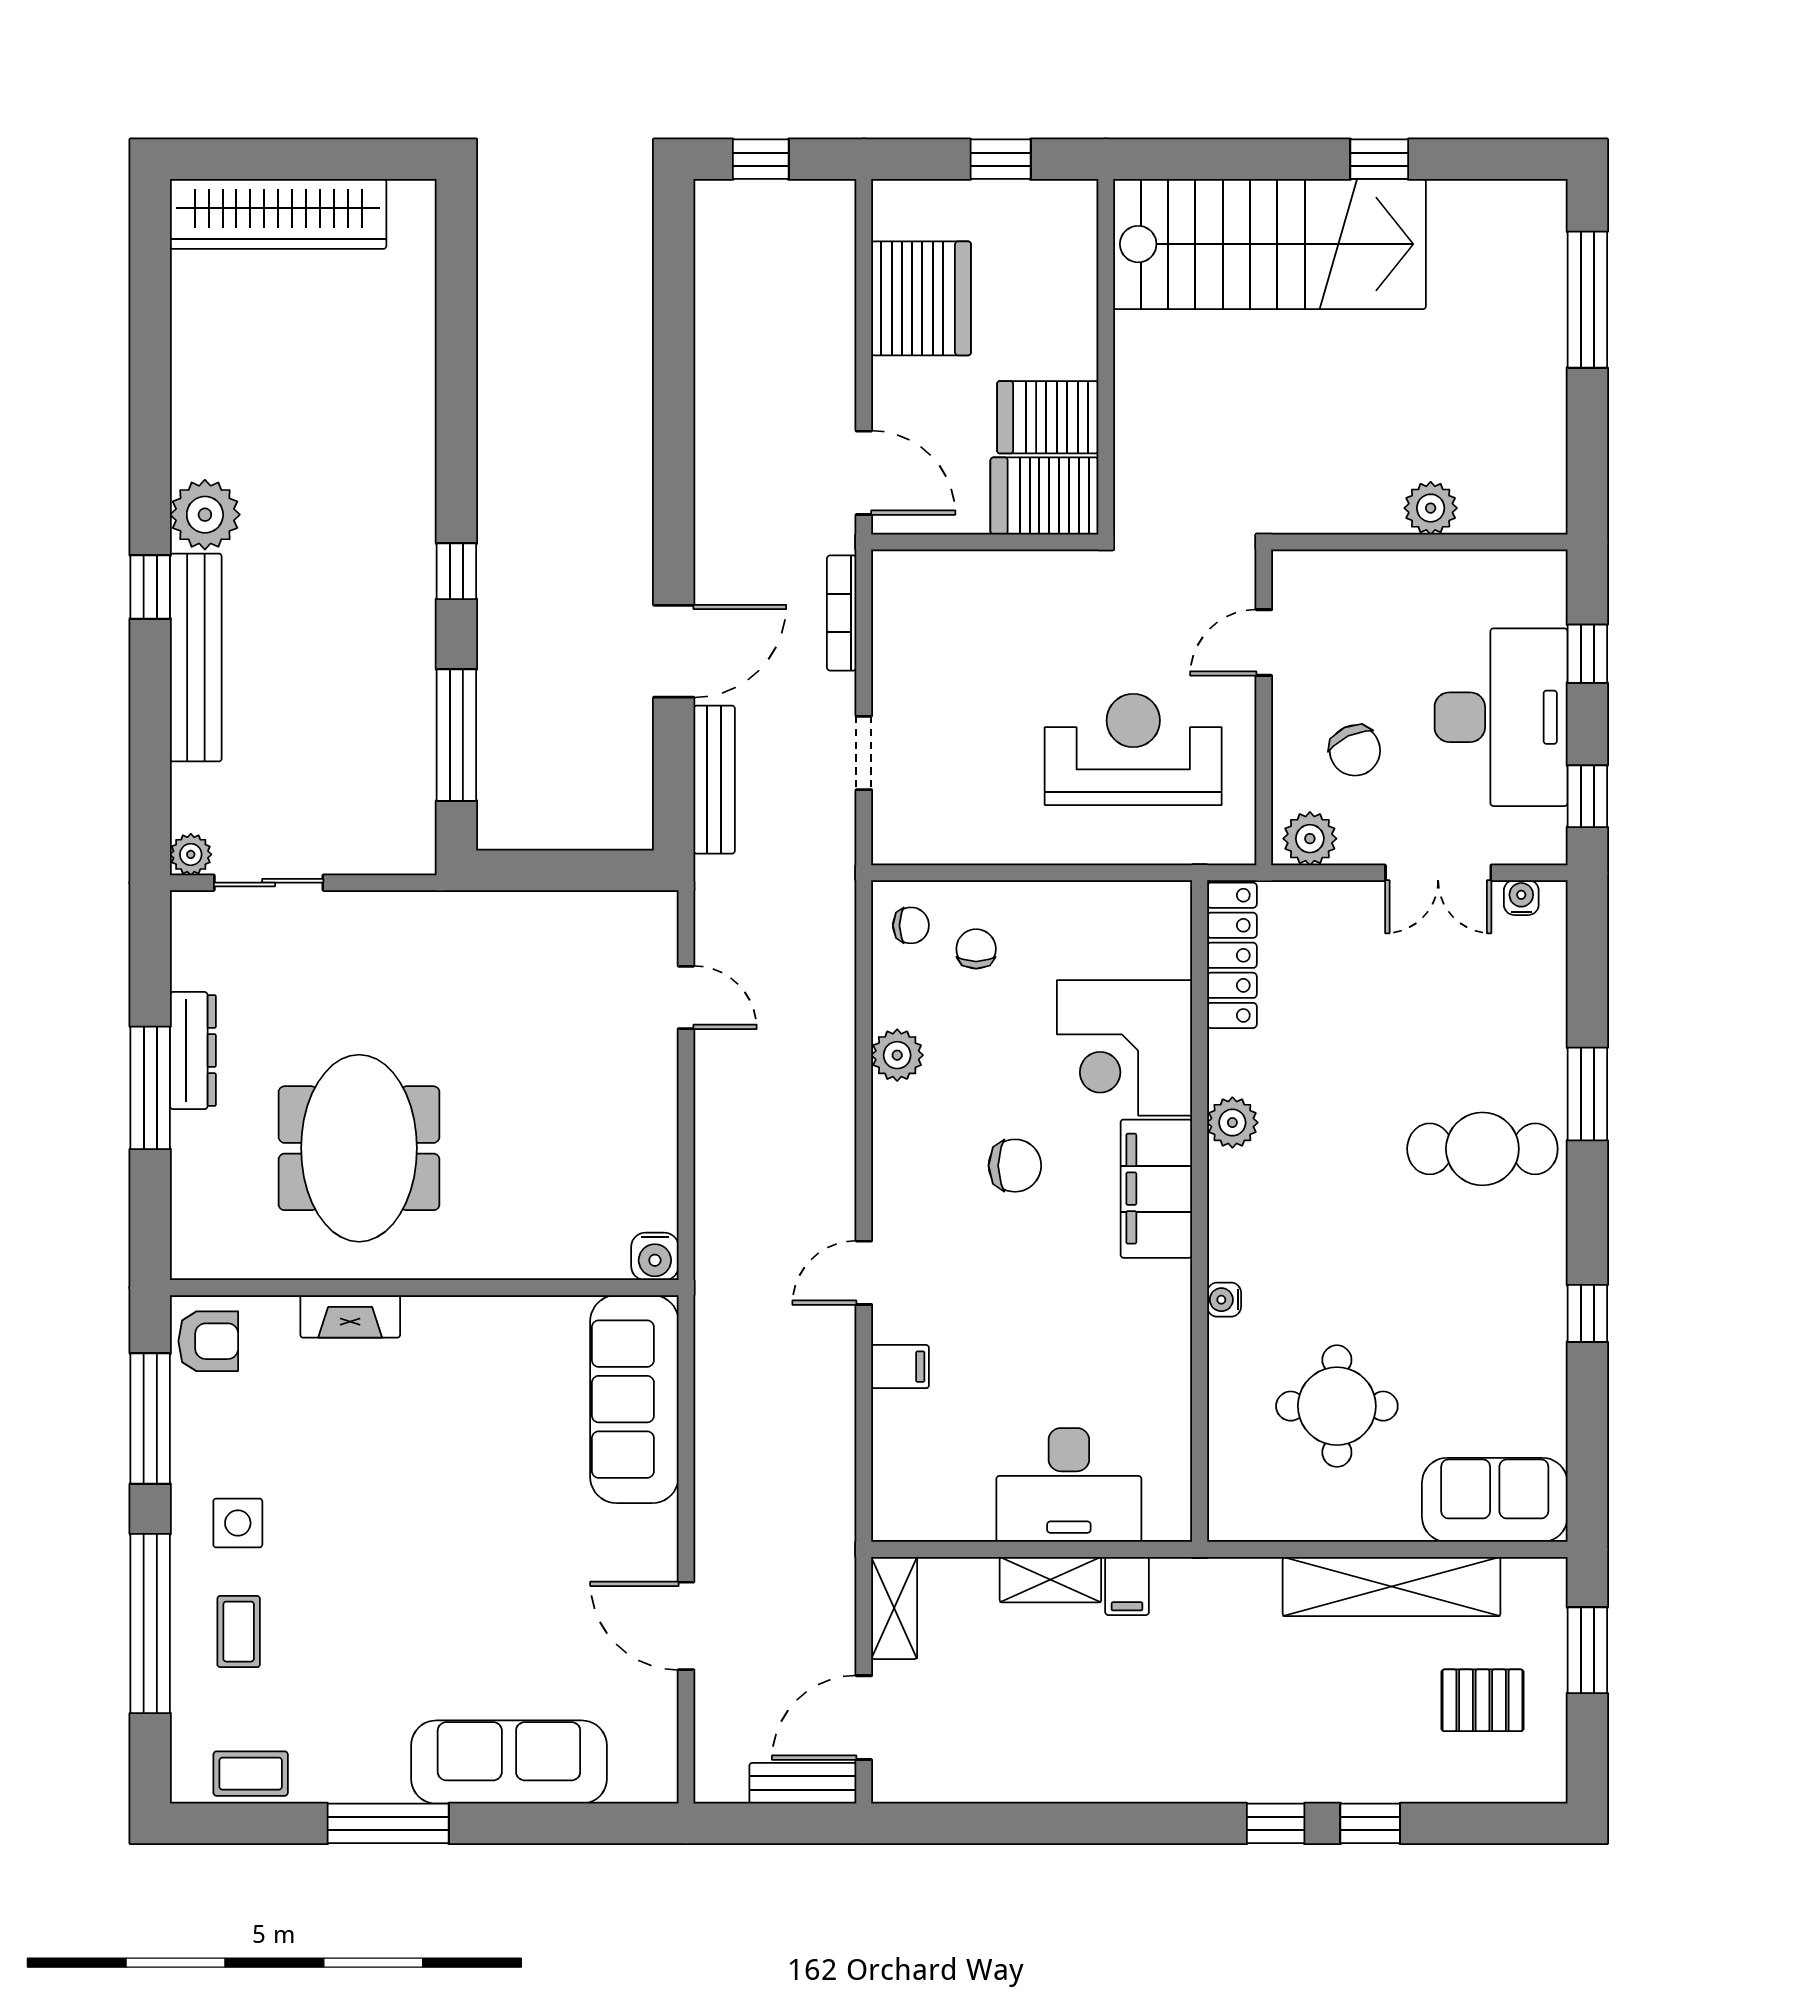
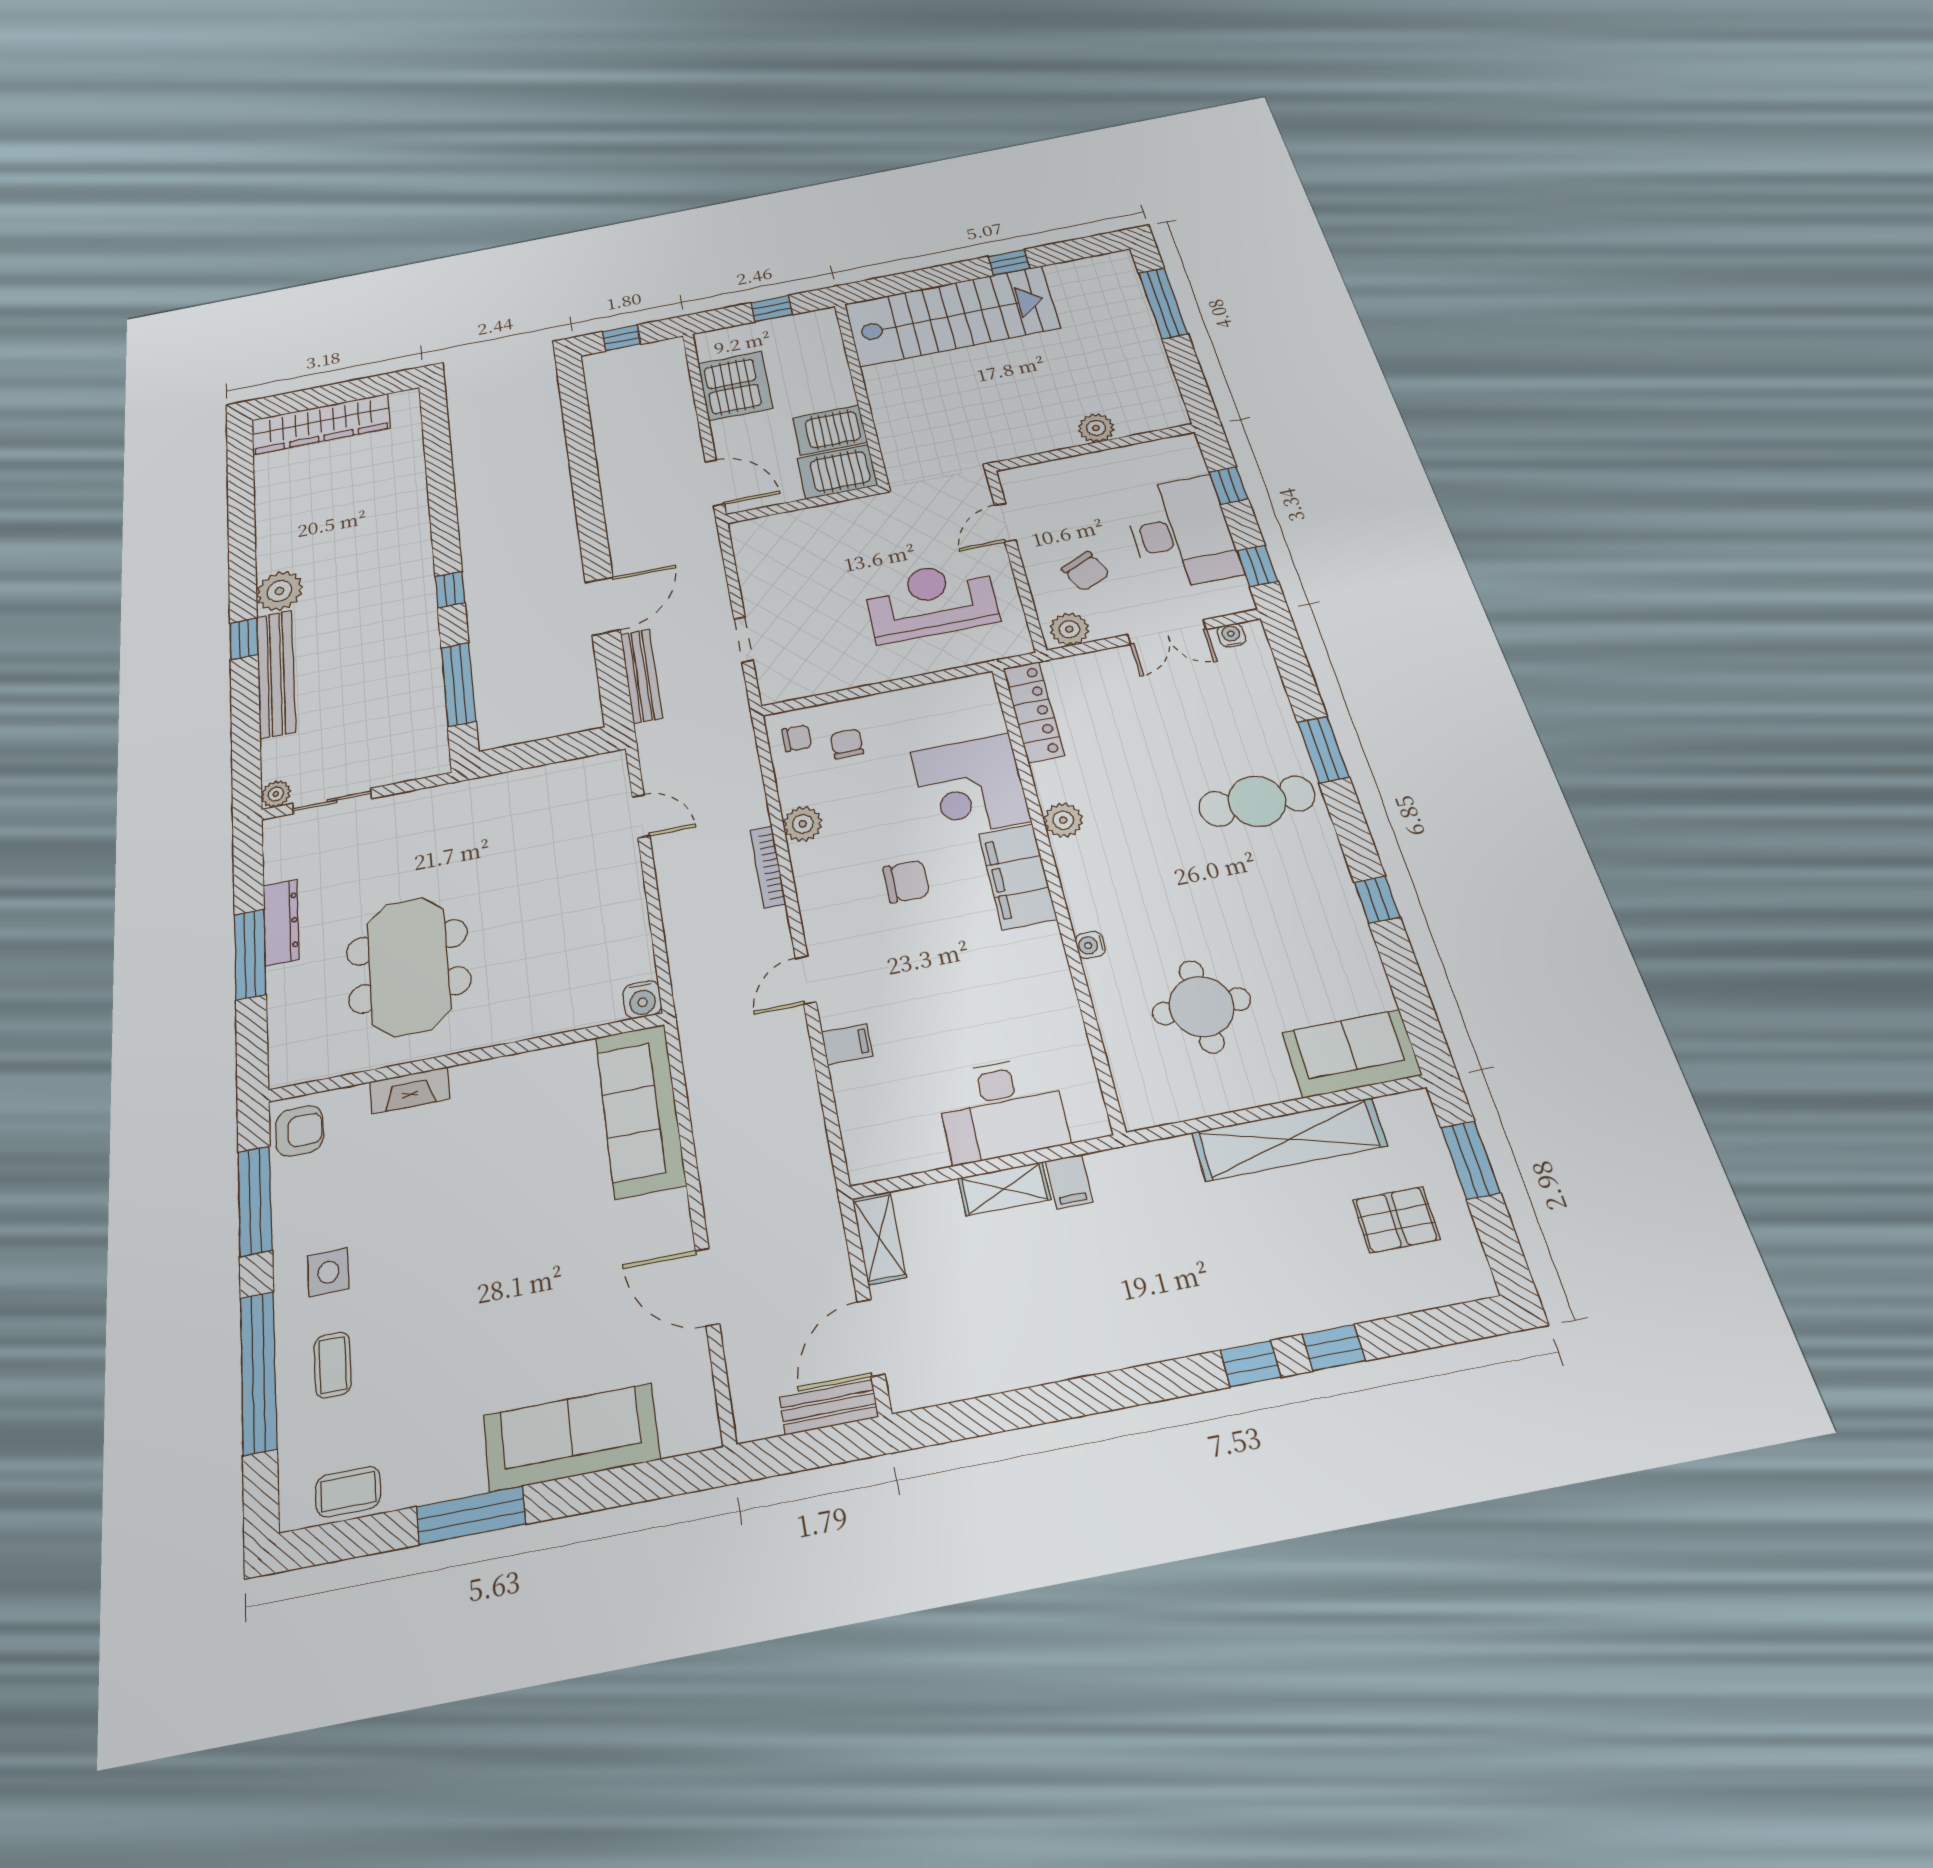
bookcase: (842, 613) -> (768, 867), moved

